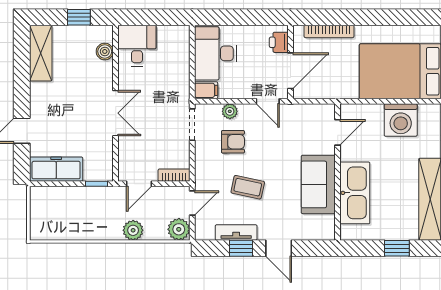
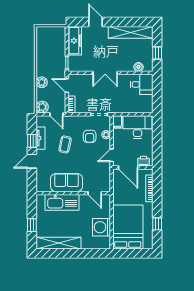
window: (395, 17) -> (157, 224), added
shelving: (41, 53) -> (131, 32), width x1.47

